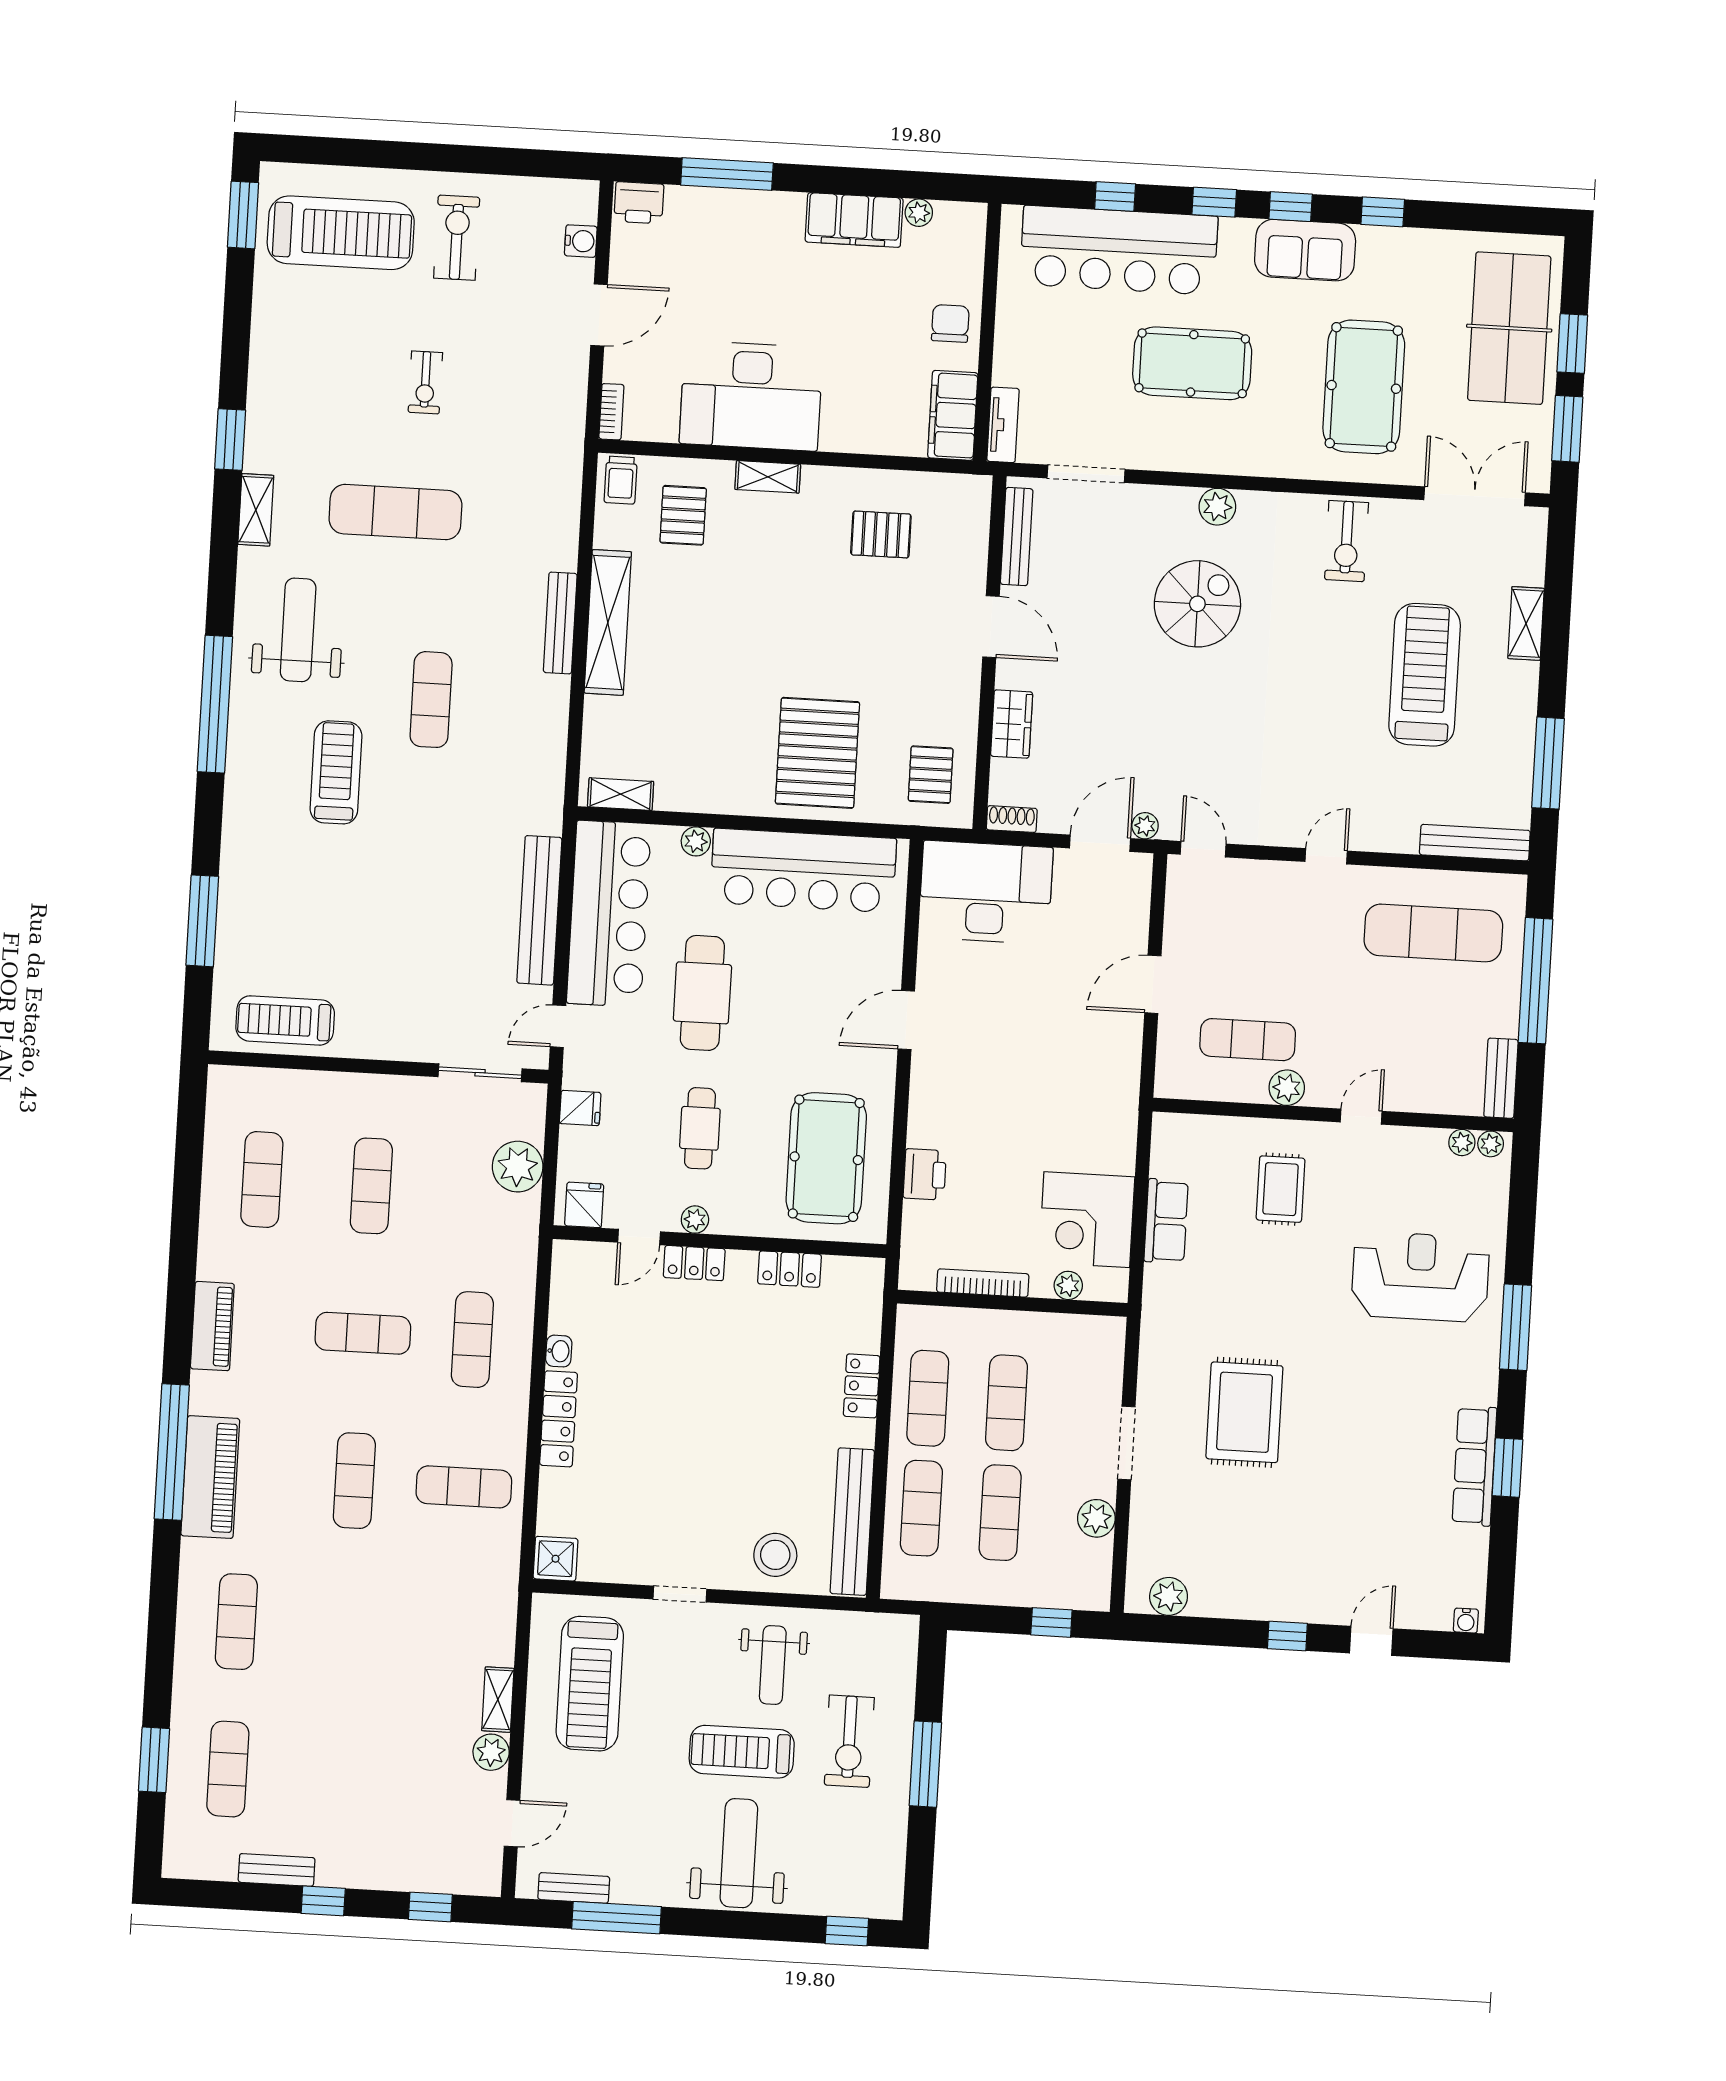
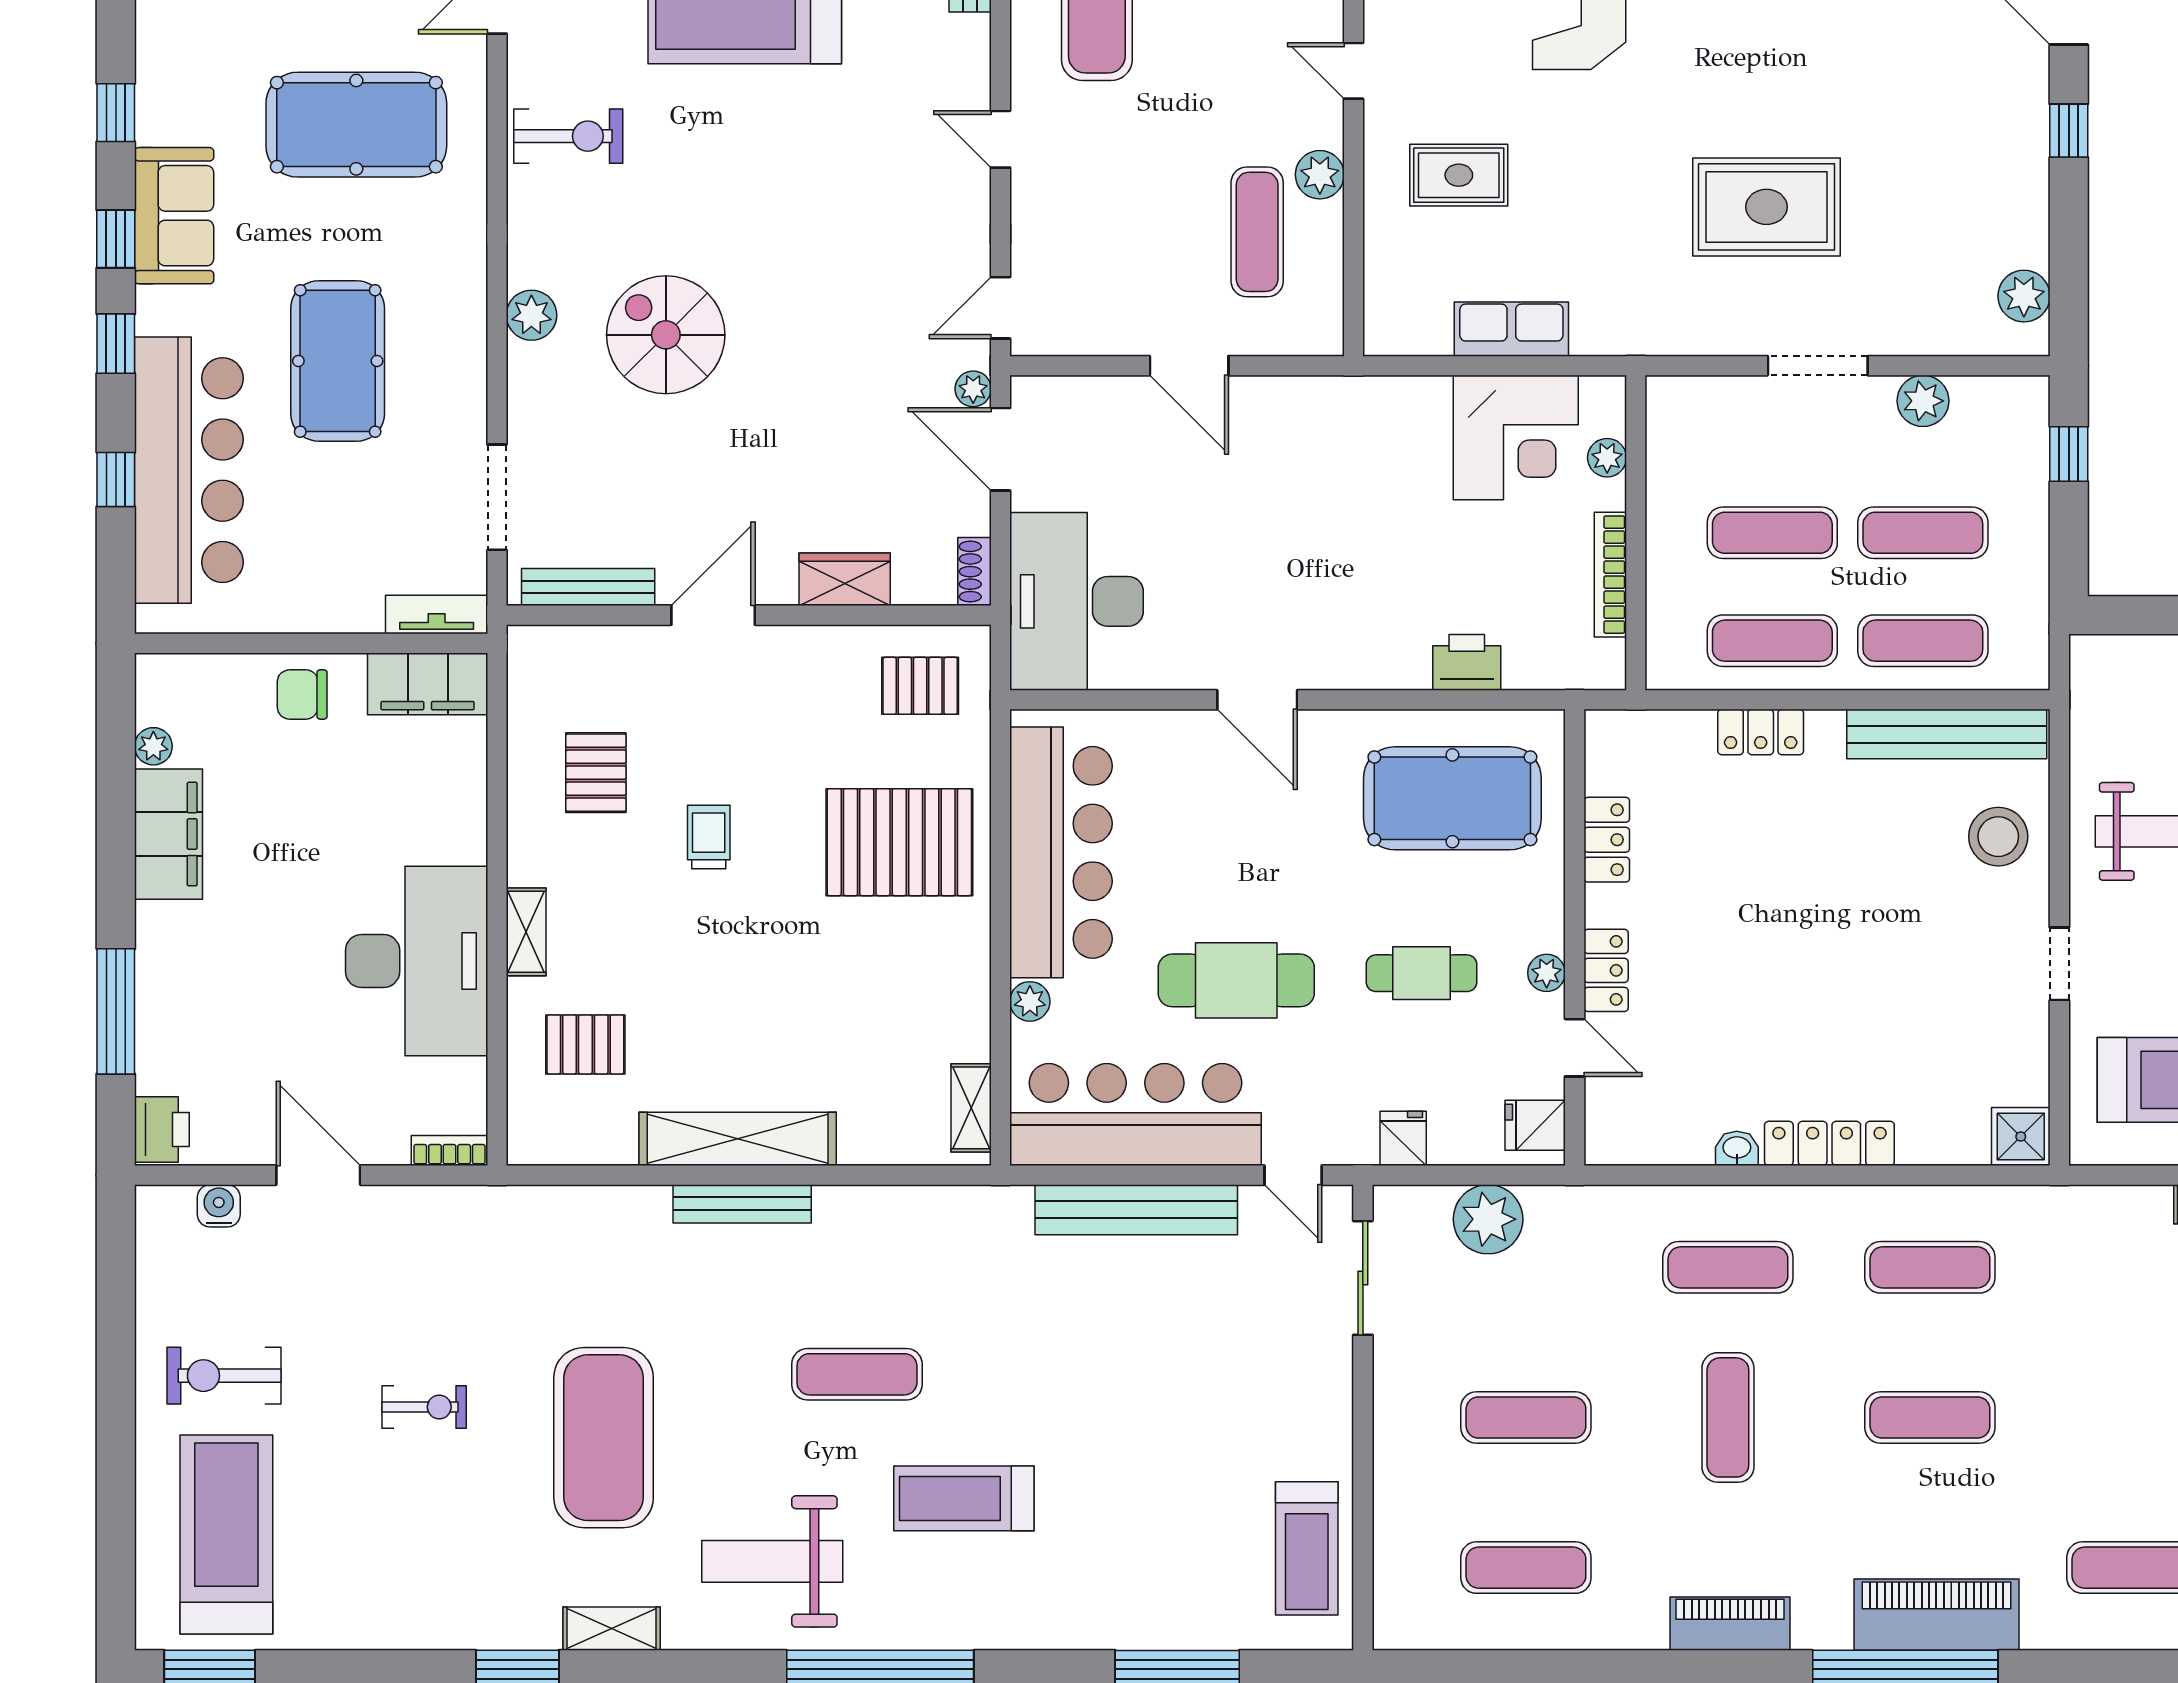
trolley: (621, 480) -> (709, 837), moved, turned -90
exercise mat: (395, 512) -> (604, 1438), width x1.47
exercise mat: (464, 1487) -> (1930, 1267), turned 90

